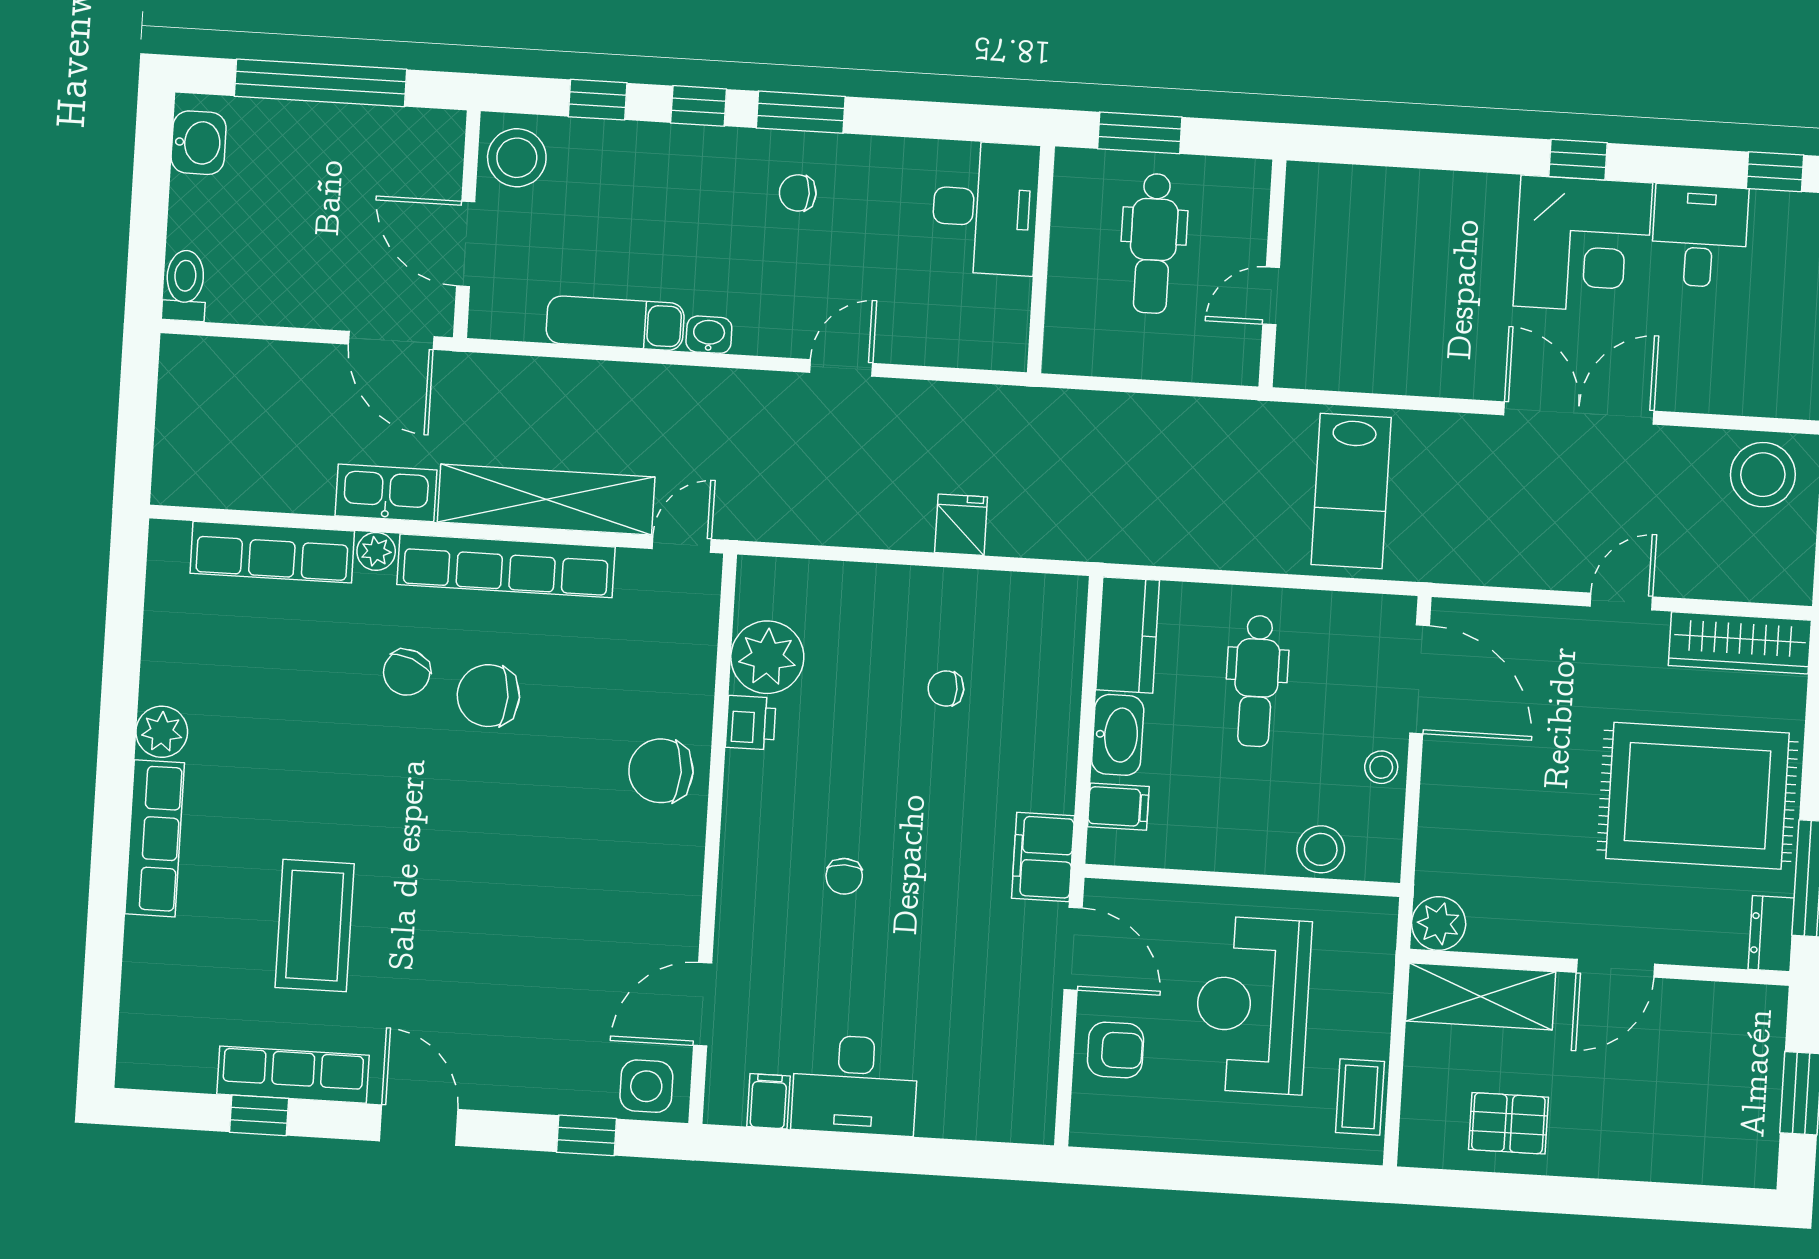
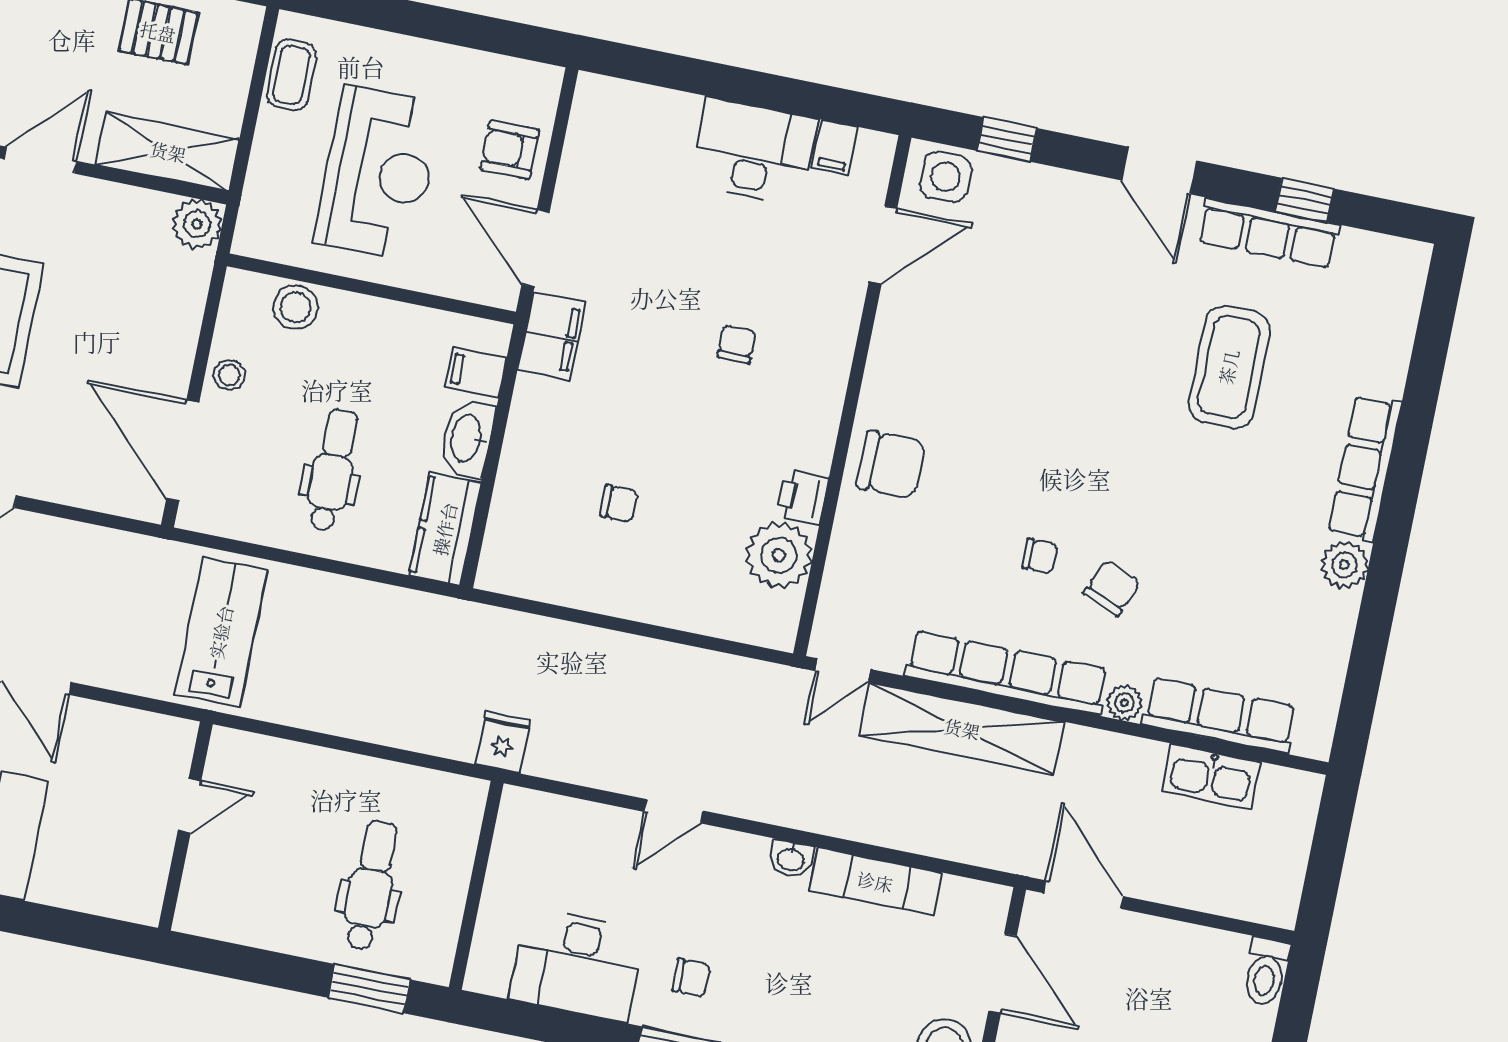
desk: (985, 208) -> (577, 964), moved, turned -90
wall: (1272, 273) -> (185, 826), moved
door: (1271, 296) -> (190, 806), moved
kitchen sink: (386, 493) -> (1211, 776), moved
fridge: (961, 525) -> (503, 742), moved, turned 180
chair: (488, 696) -> (1040, 556), width x0.54, depth x0.54

